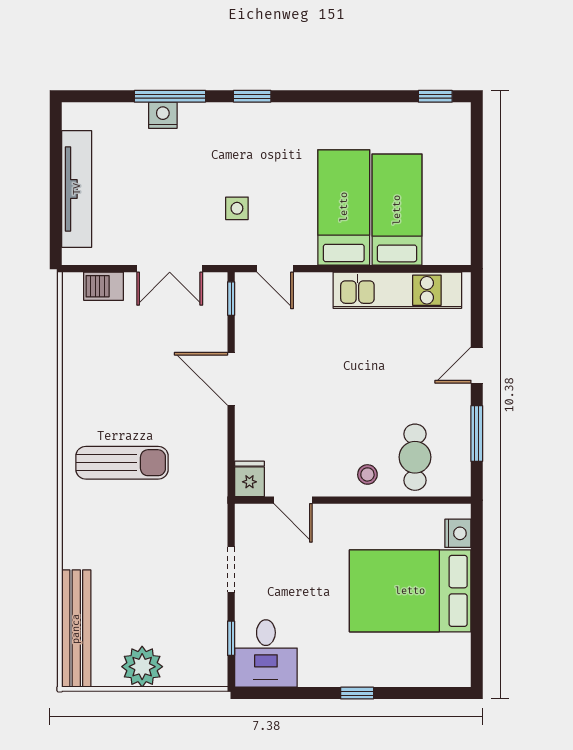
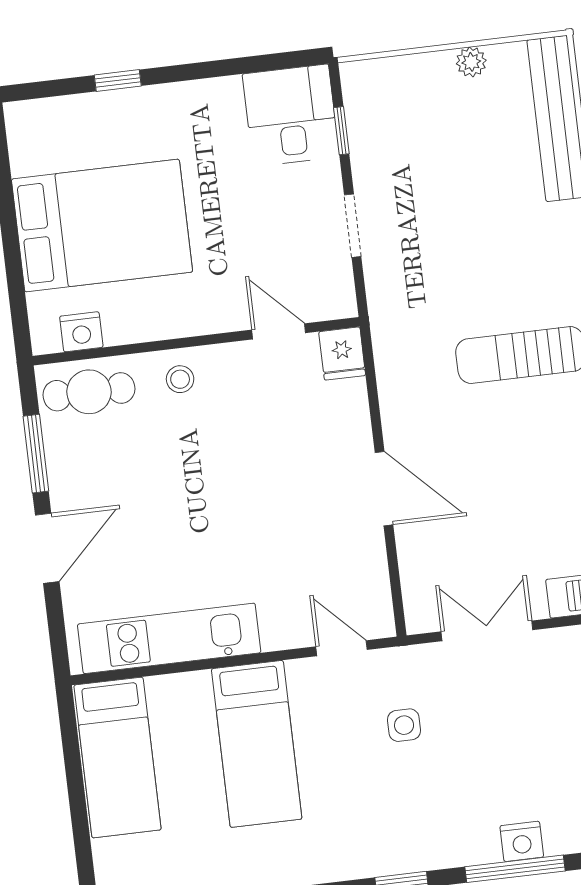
bed: (397, 210) -> (117, 757), moved
window: (231, 299) -> (397, 600), removed
door: (477, 365) -> (47, 548), width x1.37
cafe table: (415, 457) -> (89, 392), moved, turned 90
nightstand: (458, 533) -> (81, 332), moved, turned -90
plant: (142, 667) -> (471, 62), width x0.53, depth x0.53
window: (357, 693) -> (118, 81), moved

